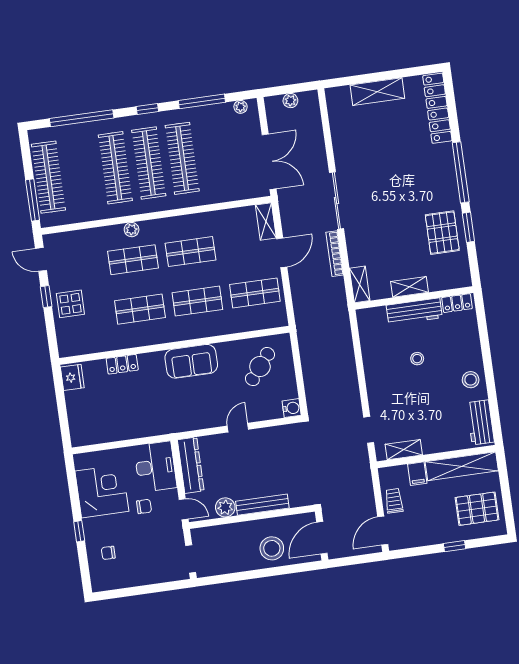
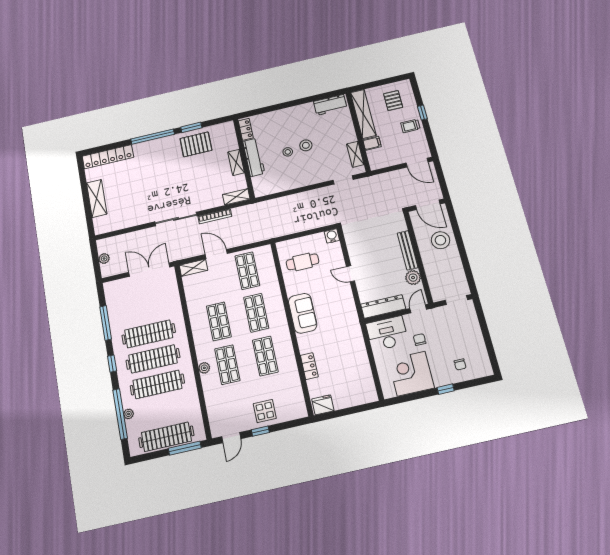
plant: (241, 107) -> (129, 414), moved
cafe table: (260, 367) -> (302, 262), turned -39
stool: (471, 380) -> (306, 145), moved
trolley: (394, 501) -> (410, 126), moved
pallet: (477, 509) -> (393, 101), width x0.67, depth x0.71

